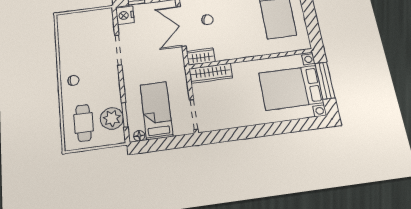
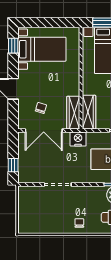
nightstand: (125, 15) -> (78, 139), moved, turned 180
wardrobe: (201, 57) -> (73, 113), width x1.50

